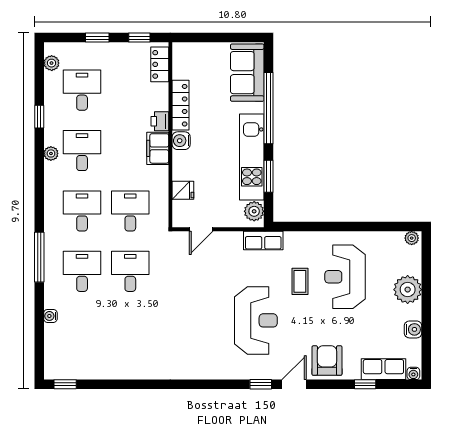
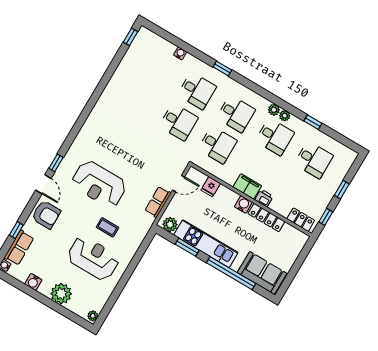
plant: (52, 63) -> (274, 110), moved
door: (201, 229) -> (179, 184), swing flipped
row of seats: (263, 241) -> (158, 202), moved
window: (39, 257) -> (222, 69), width x0.46

